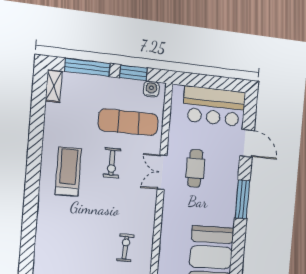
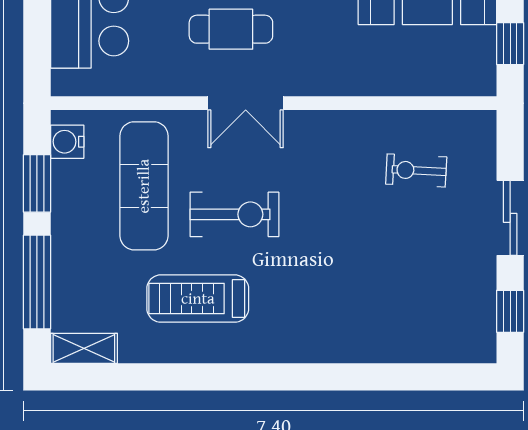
exercise bike: (112, 163) -> (234, 214), width x1.38, depth x1.39
treadmill: (68, 171) -> (198, 299), moved

